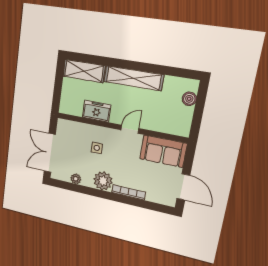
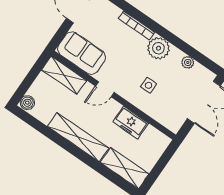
boiler: (189, 99) -> (27, 103), moved
shelving: (170, 126) -> (64, 75), added

